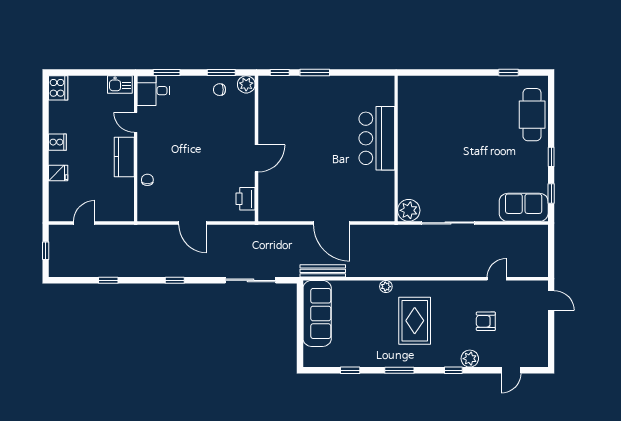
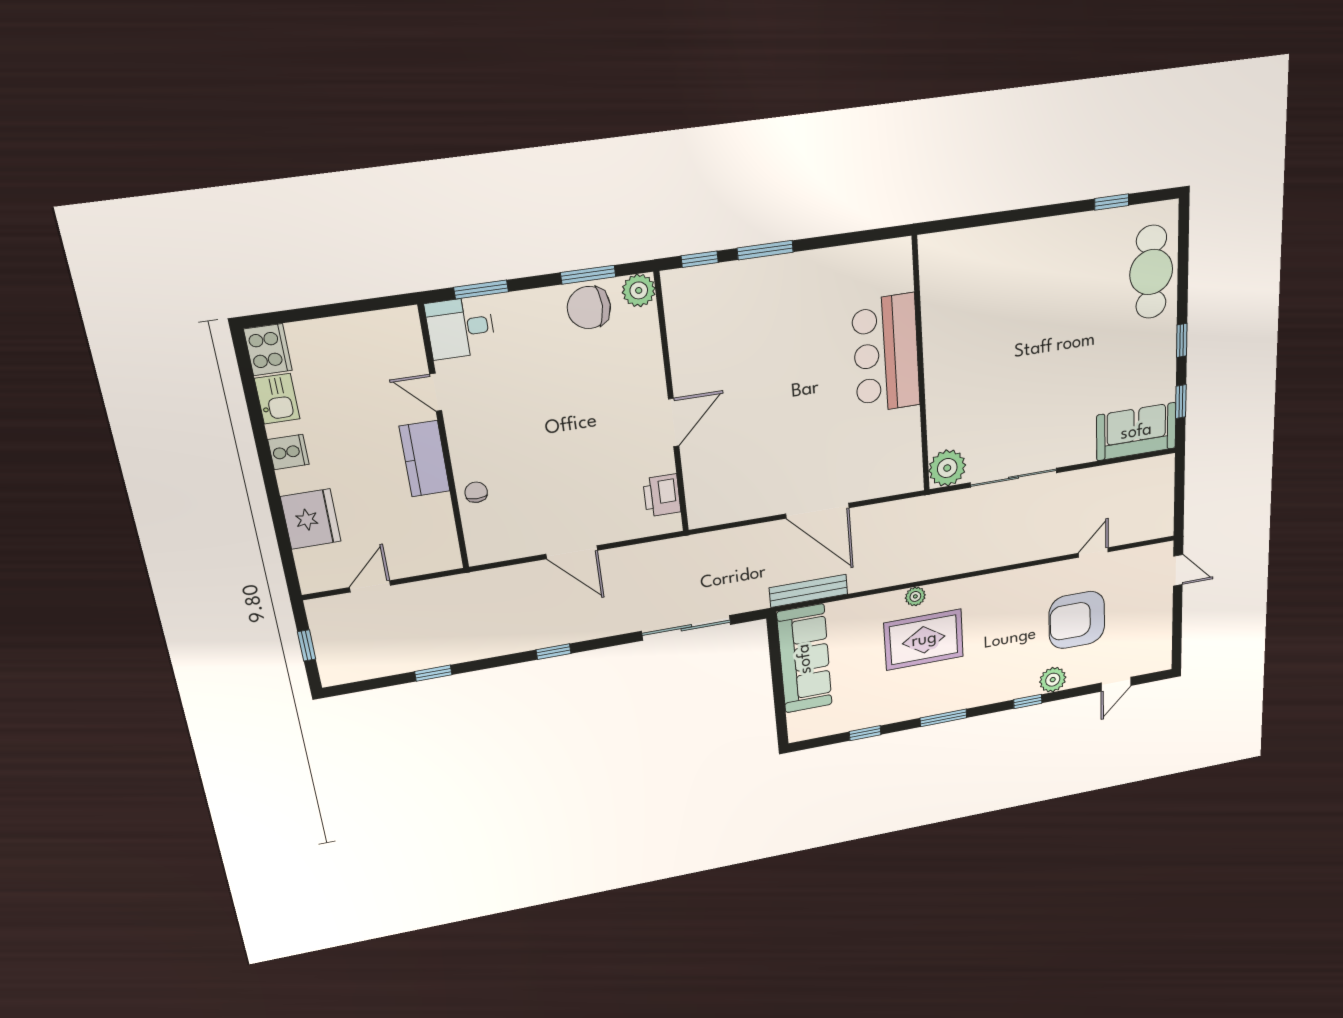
kitchen sink: (120, 84) -> (277, 399), moved, turned -90
chair: (219, 90) -> (589, 308), width x1.87, depth x1.87
fridge: (58, 173) -> (311, 519), width x1.88, depth x1.34
rug: (415, 321) -> (924, 640), moved, turned 90
armchair: (486, 321) -> (1077, 620), width x1.88, depth x1.88

